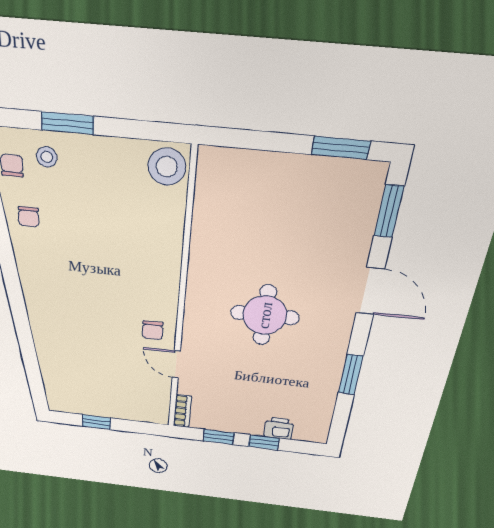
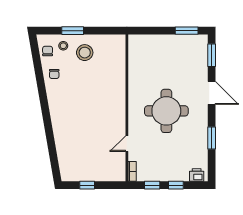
stool: (167, 167) -> (85, 53), moved
round table: (265, 315) -> (166, 111), width x1.36, depth x1.36
chair: (153, 330) -> (114, 126), removed
door: (176, 364) -> (127, 144), hinge flipped
printer: (279, 428) -> (197, 175), moved

